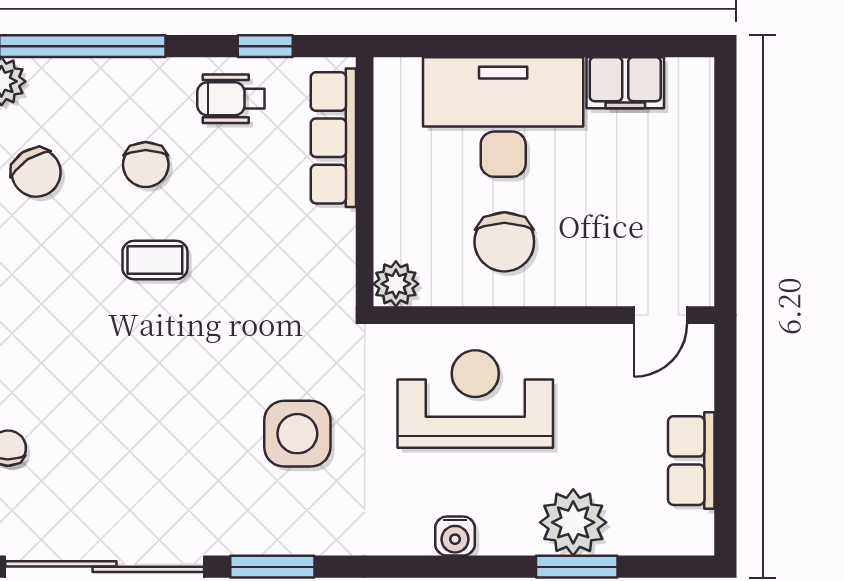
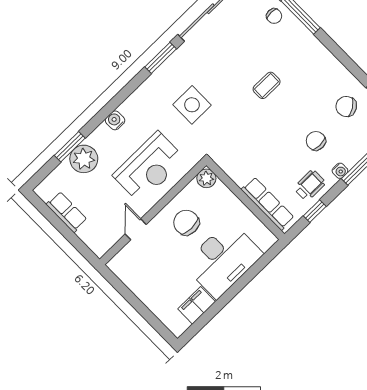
water cooler: (155, 73) -> (340, 171), added
coffee table: (155, 260) -> (267, 85), moved
door: (660, 315) -> (136, 229), moved

